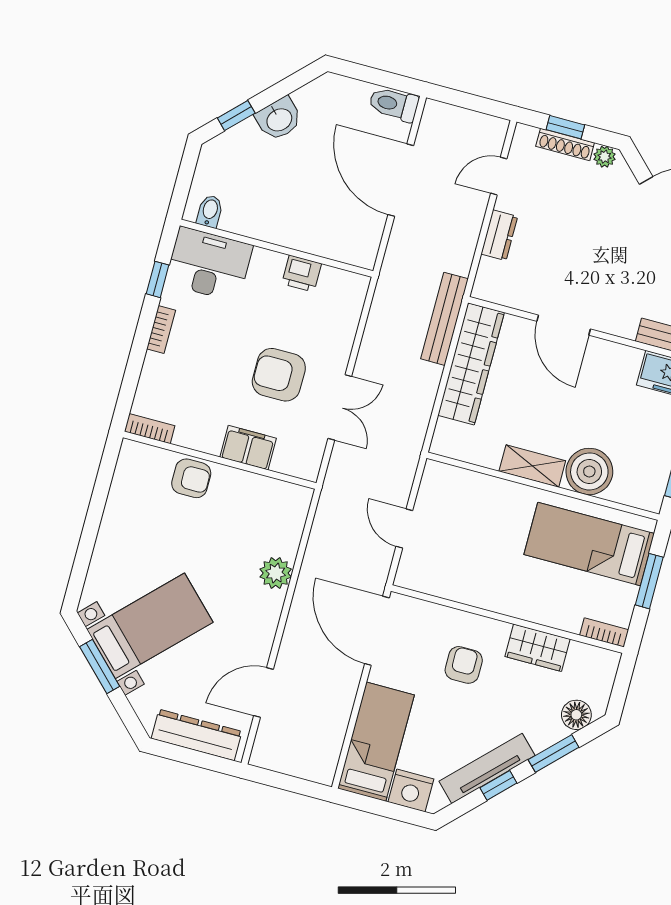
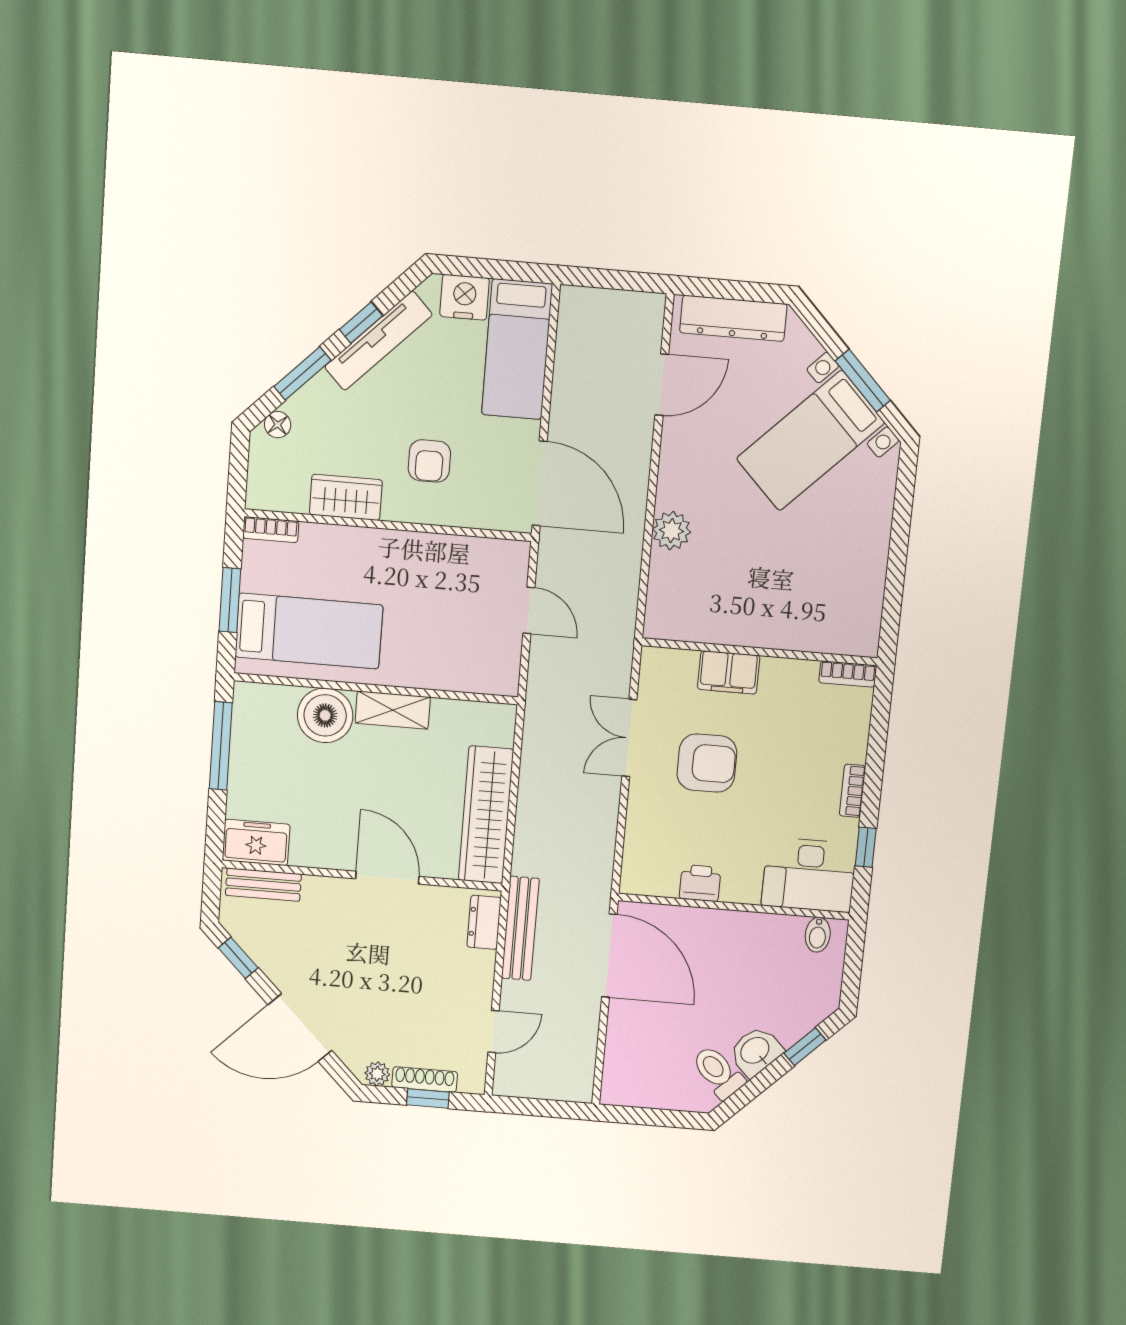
toilet: (394, 104) -> (718, 1072), moved, turned -135
door: (401, 180) -> (609, 956), moved
dresser: (499, 235) -> (484, 922), moved
bench: (444, 319) -> (520, 928), moved
armchair: (191, 478) -> (790, 625), removed
floor lamp: (576, 715) -> (278, 425), width x0.73, depth x0.73

